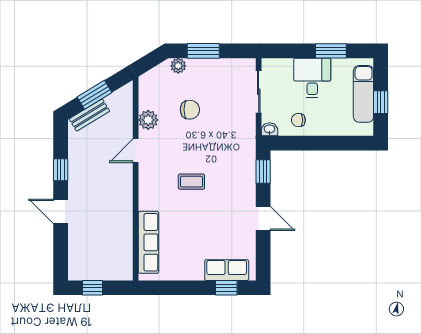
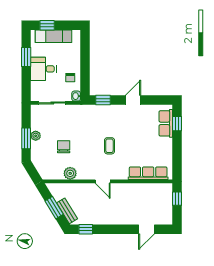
plant: (178, 66) -> (36, 136), moved
window: (381, 102) -> (47, 25), moved
door: (136, 151) -> (103, 181), moved
window: (61, 170) -> (86, 229), moved
door: (61, 211) -> (146, 229), moved
window: (93, 288) -> (177, 199), moved

